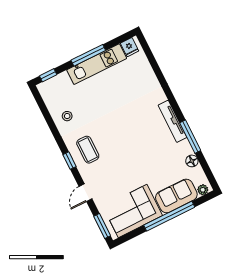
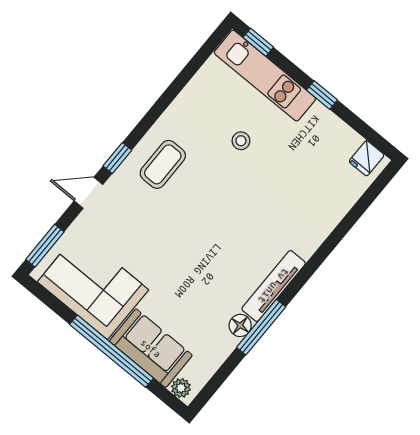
window: (88, 55) -> (322, 95), width x0.46
kitchen unit: (97, 64) -> (265, 76), moved
stool: (67, 116) -> (241, 141), moved
window: (70, 161) -> (117, 158), moved
floor lamp: (192, 161) -> (240, 325), moved

